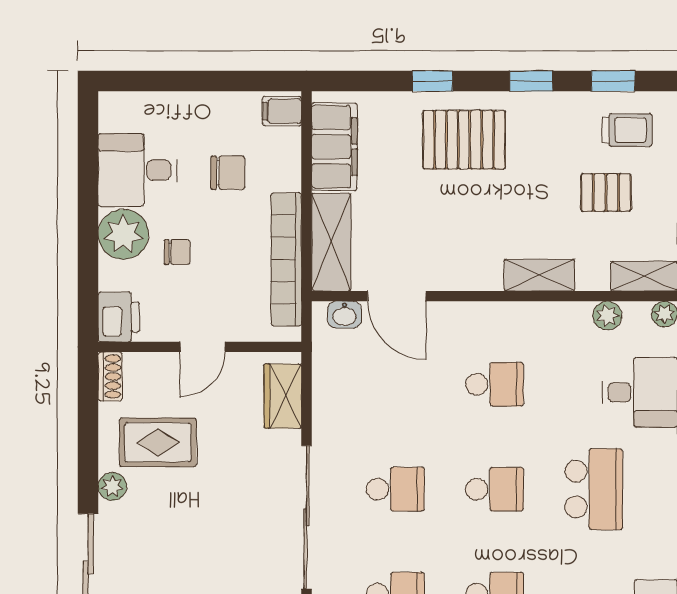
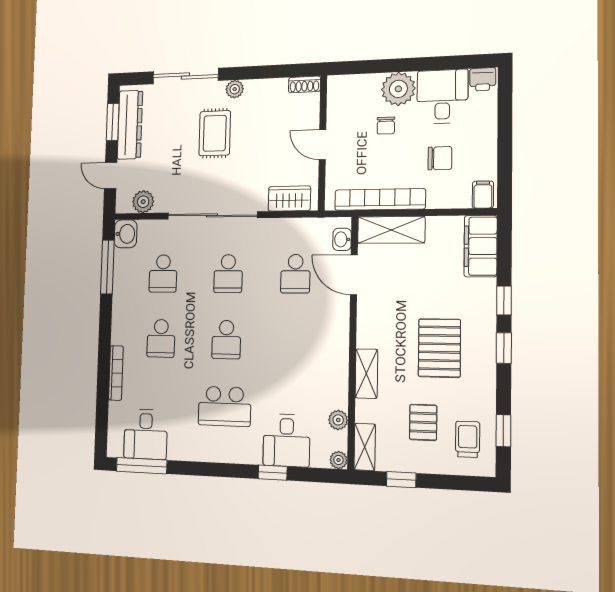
window: (531, 81) -> (504, 348), moved
trolley: (627, 130) -> (468, 439), turned 180
pallet: (464, 140) -> (439, 348), moved
filing cabinet: (334, 147) -> (481, 246), moved, turned 90
chair: (228, 173) -> (440, 158), turned -90
door: (397, 296) -> (354, 275), hinge flipped
printer: (119, 317) -> (483, 79), moved, width x0.73, depth x0.81
school desk: (495, 384) -> (295, 274), moved
rug: (158, 442) -> (215, 133), moved

